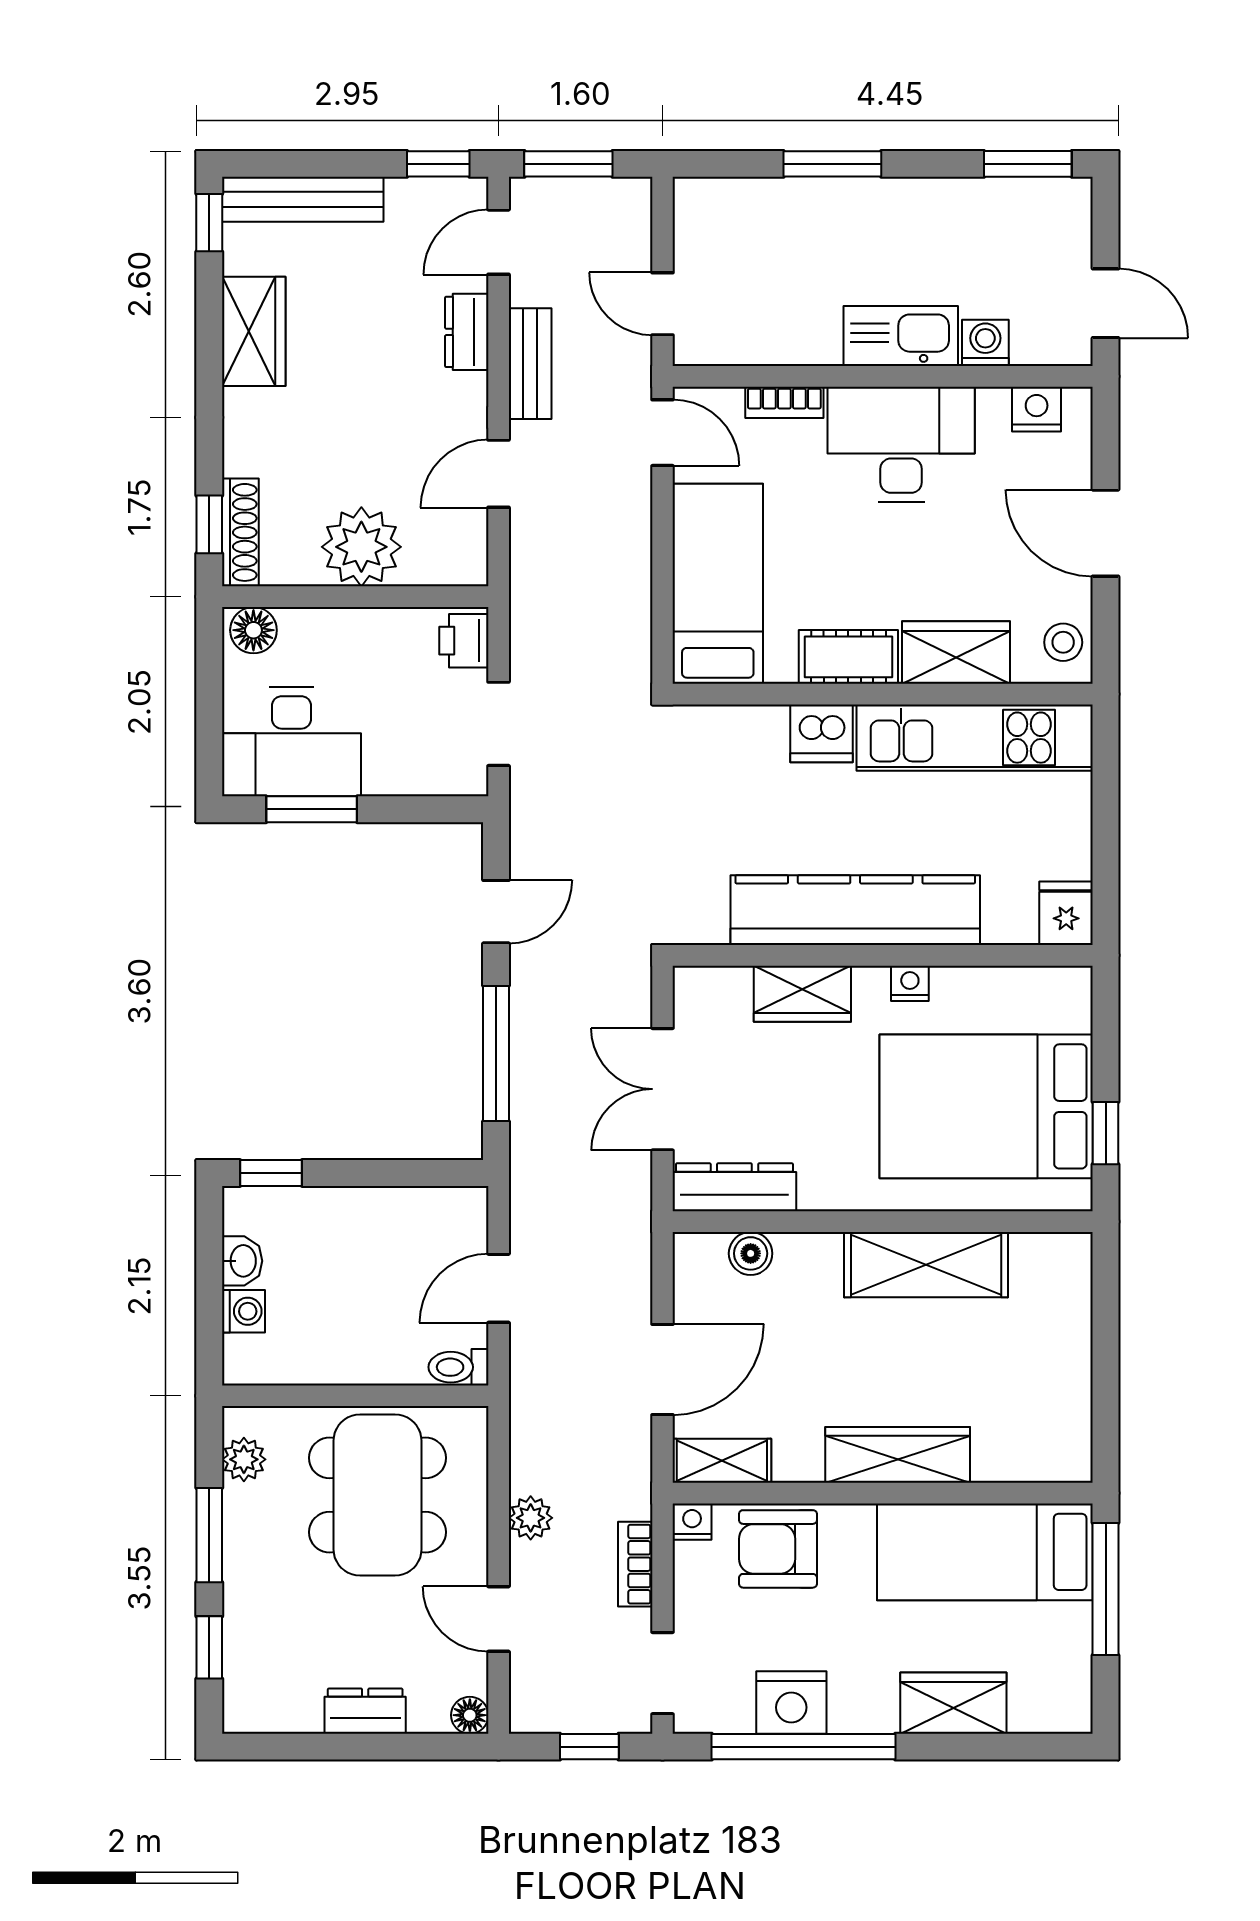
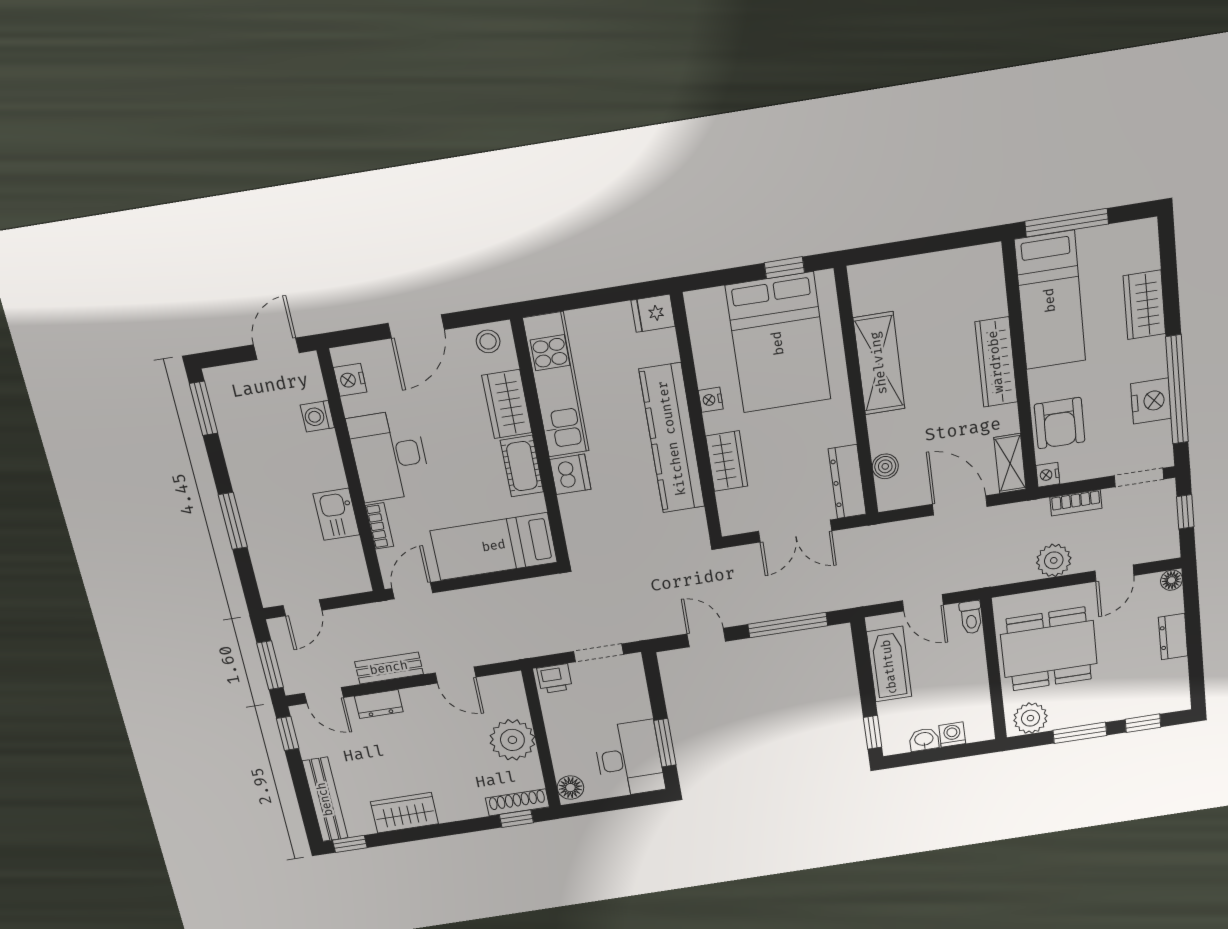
door: (662, 304) -> (302, 608), moved
kitchen sink: (901, 336) -> (336, 514), moved, width x0.73
bathtub: (395, 1217) -> (889, 664), added
plant: (244, 1459) -> (1030, 718), width x1.38, depth x1.38
plant: (531, 1518) -> (1054, 560), width x1.38, depth x1.38

